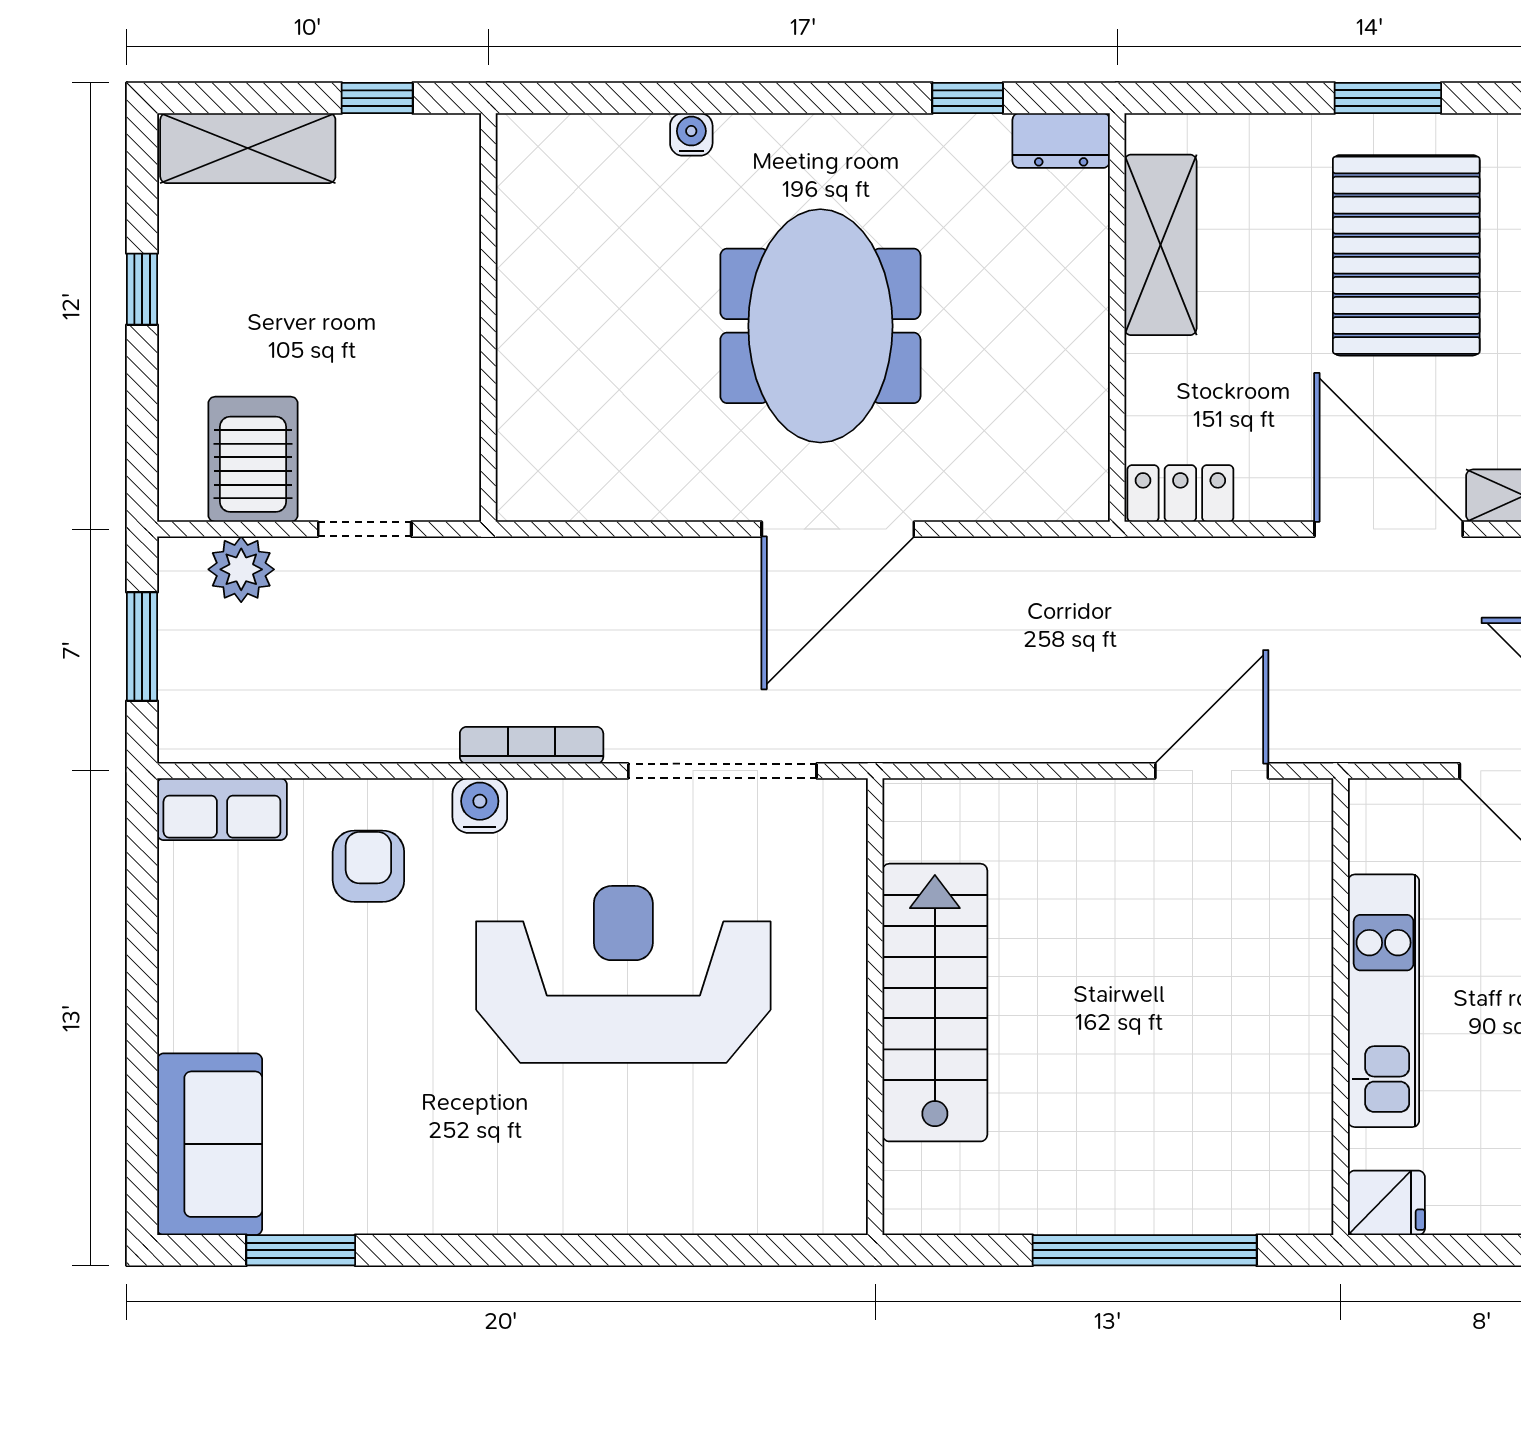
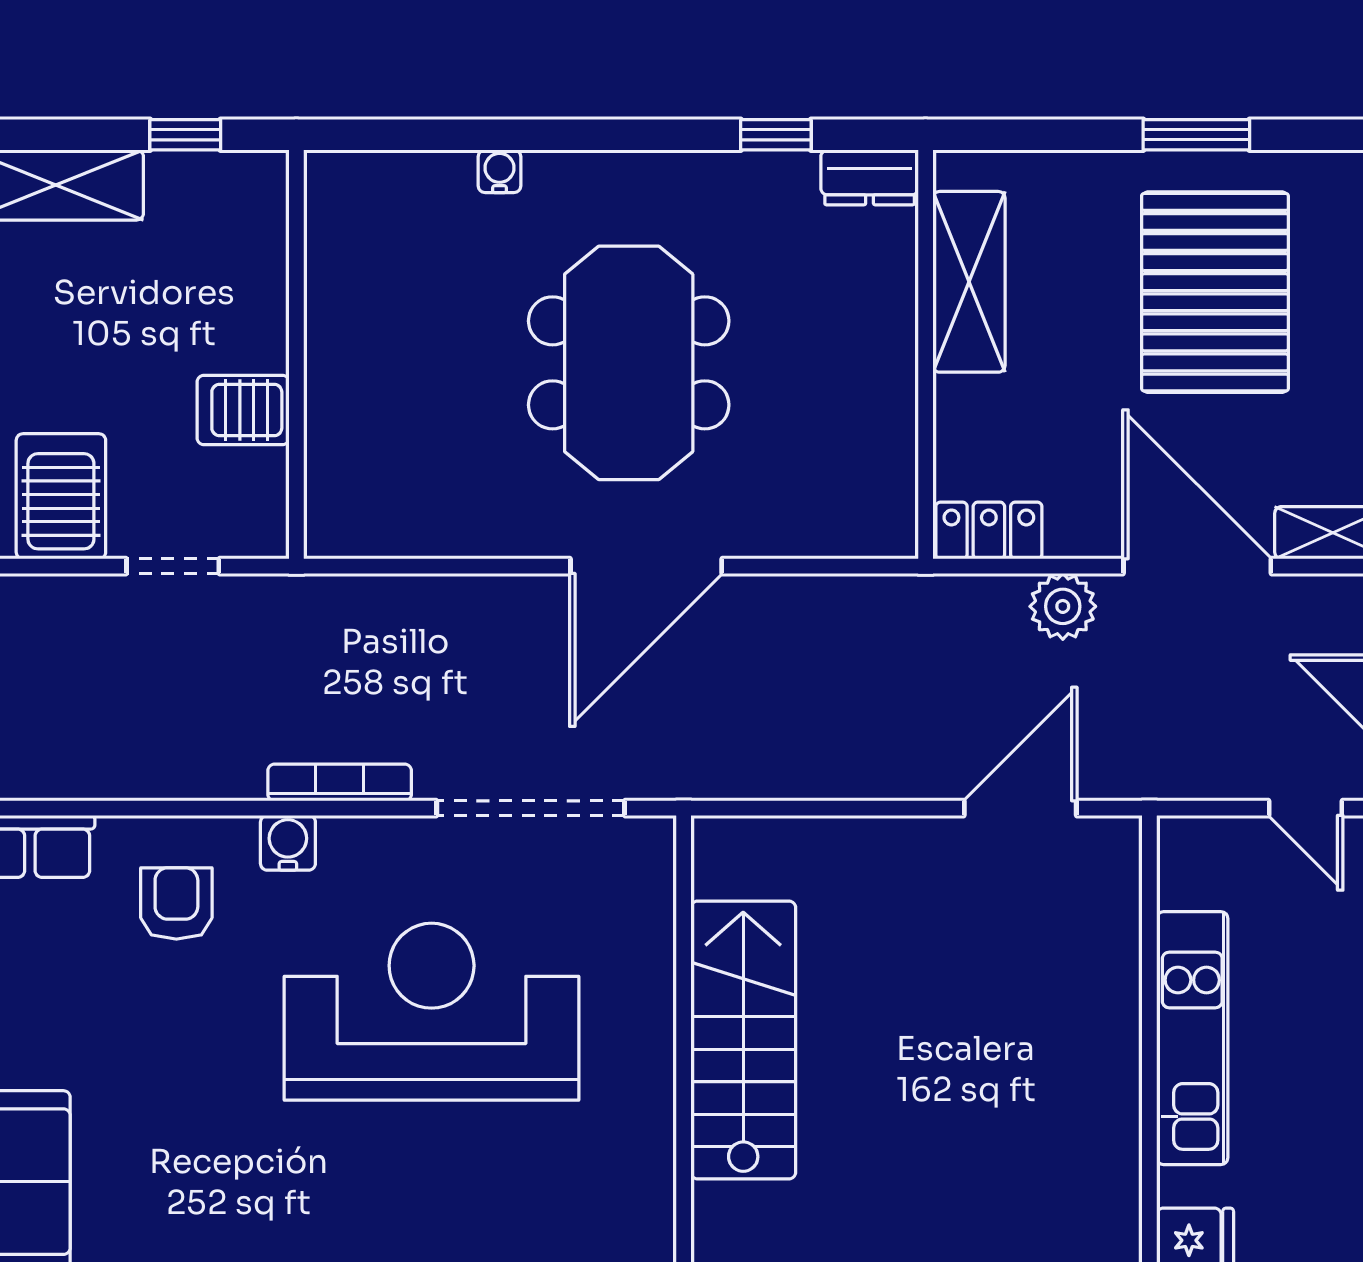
server rack: (435, 373) -> (243, 410), added
plant: (241, 569) -> (1063, 606), moved

